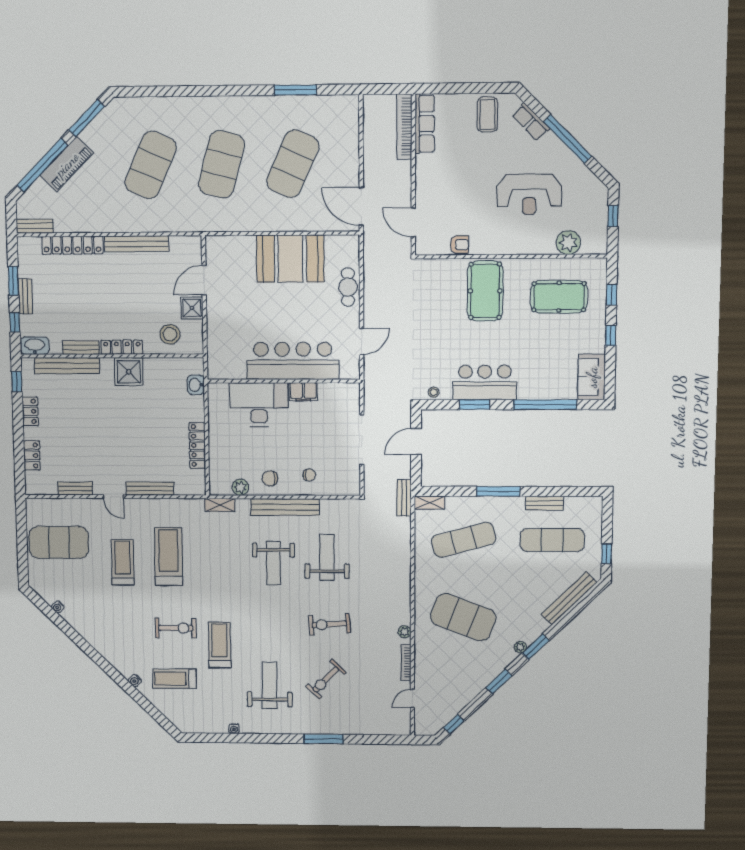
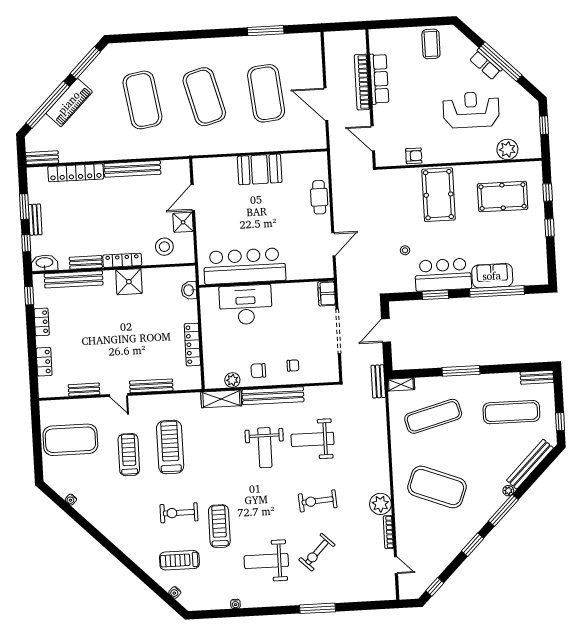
row of seats: (531, 122) -> (486, 64), moved
row of seats: (425, 124) -> (379, 79), moved
bookcase: (404, 127) -> (362, 82), moved
exercise mat: (221, 164) -> (204, 97), turned -30
exercise mat: (293, 164) -> (266, 93), turned -30
exercise mat: (151, 165) -> (142, 100), turned -33
reception desk: (529, 194) -> (471, 110), turned 180
door: (361, 206) -> (326, 104), moved
booth: (290, 259) -> (260, 169), width x0.73, depth x0.70
bar counter: (293, 361) -> (245, 266), moved
sofa: (592, 377) -> (492, 276), moved, turned 90
filing cabinet: (303, 392) -> (327, 294), moved, turned 90
stool: (434, 392) -> (405, 250), moved
bench: (544, 503) -> (537, 377), moved
shelving: (220, 505) -> (221, 399), width x1.50, depth x1.33
weight bench: (327, 557) -> (313, 439), turned -90
exercise bike: (176, 628) -> (179, 513), turned 180
plant: (405, 632) -> (380, 504), width x1.87, depth x1.87
plant: (520, 647) -> (508, 491), moved
window: (536, 647) -> (503, 510), width x1.44
water cooler: (135, 681) -> (175, 592), moved
weight bench: (270, 685) -> (266, 561), turned -90
door: (412, 698) -> (396, 565), swing flipped

